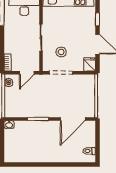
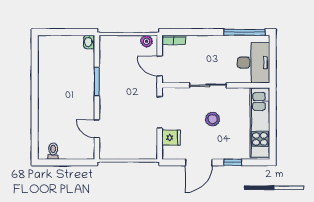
stool: (61, 52) -> (213, 119), moved
fridge: (90, 64) -> (171, 138), moved
door: (73, 119) -> (97, 129), width x0.53

